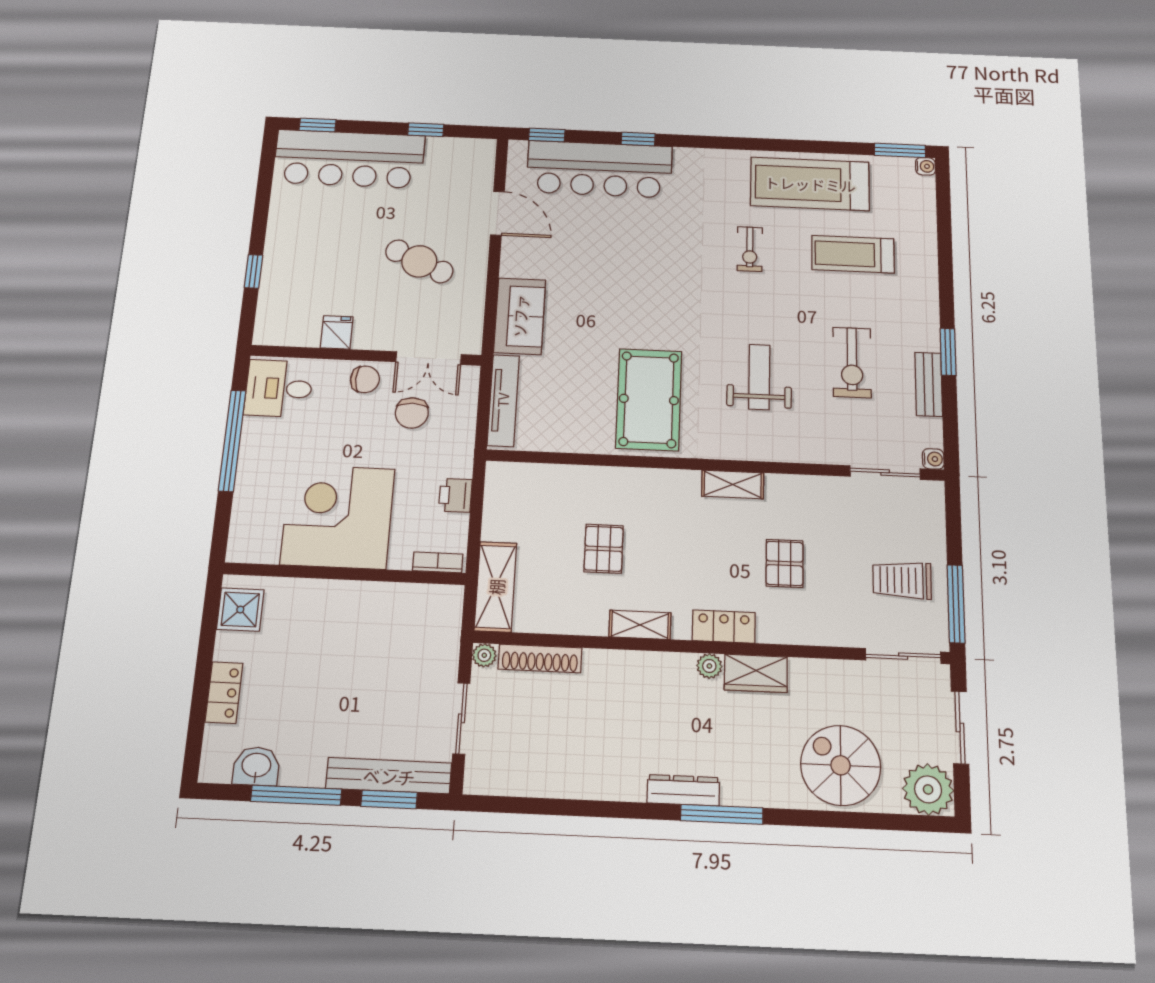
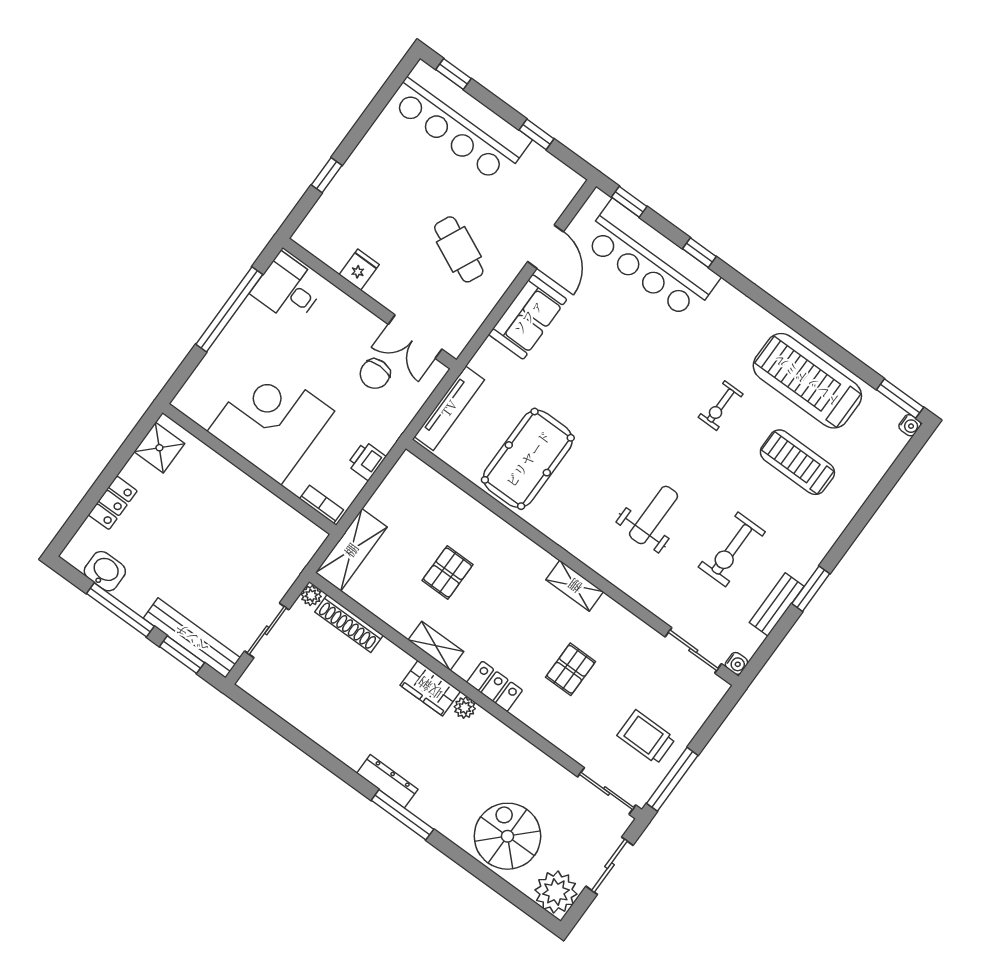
sofa: (520, 316) -> (528, 317), moved
chair: (365, 379) -> (357, 323), removed
pool table: (649, 399) -> (528, 459), moved
wardrobe: (756, 673) -> (430, 688), moved

